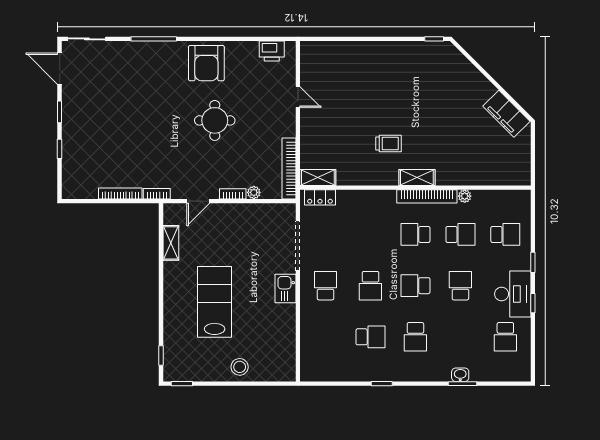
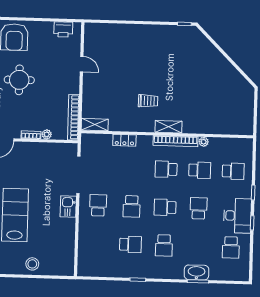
filing cabinet: (506, 114) -> (237, 81), removed
locker: (320, 197) -> (124, 140), moved
washbasin: (460, 375) -> (196, 272), width x1.91, depth x1.45

